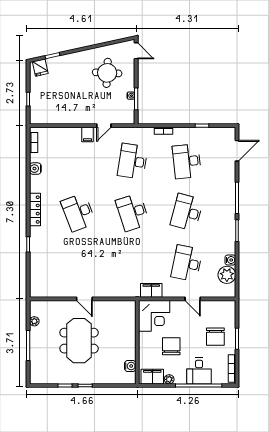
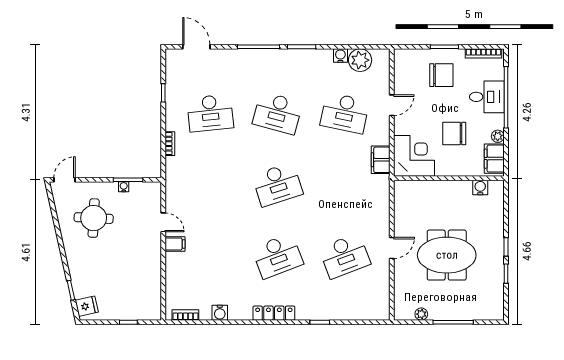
desk: (133, 161) -> (345, 256), moved, turned -30

